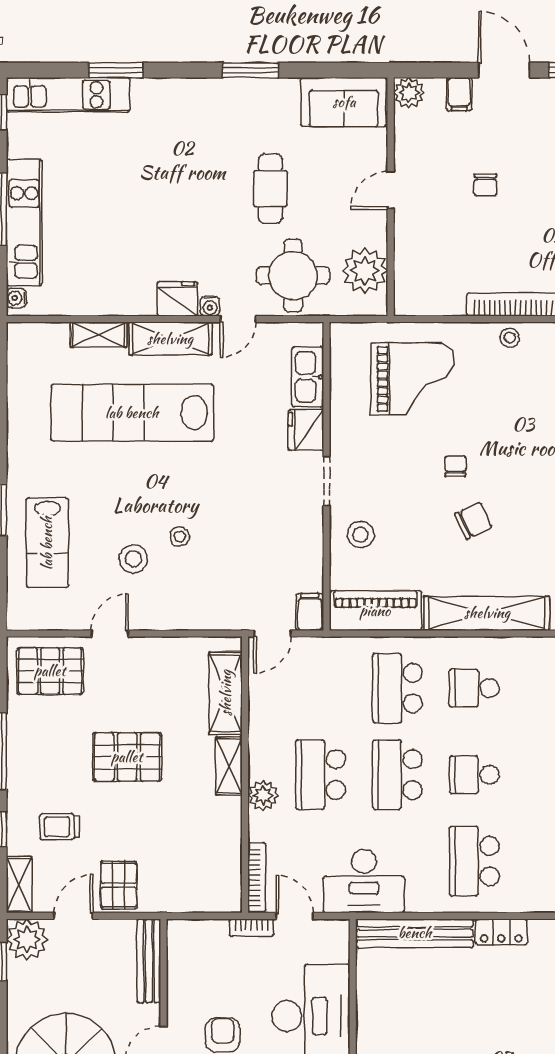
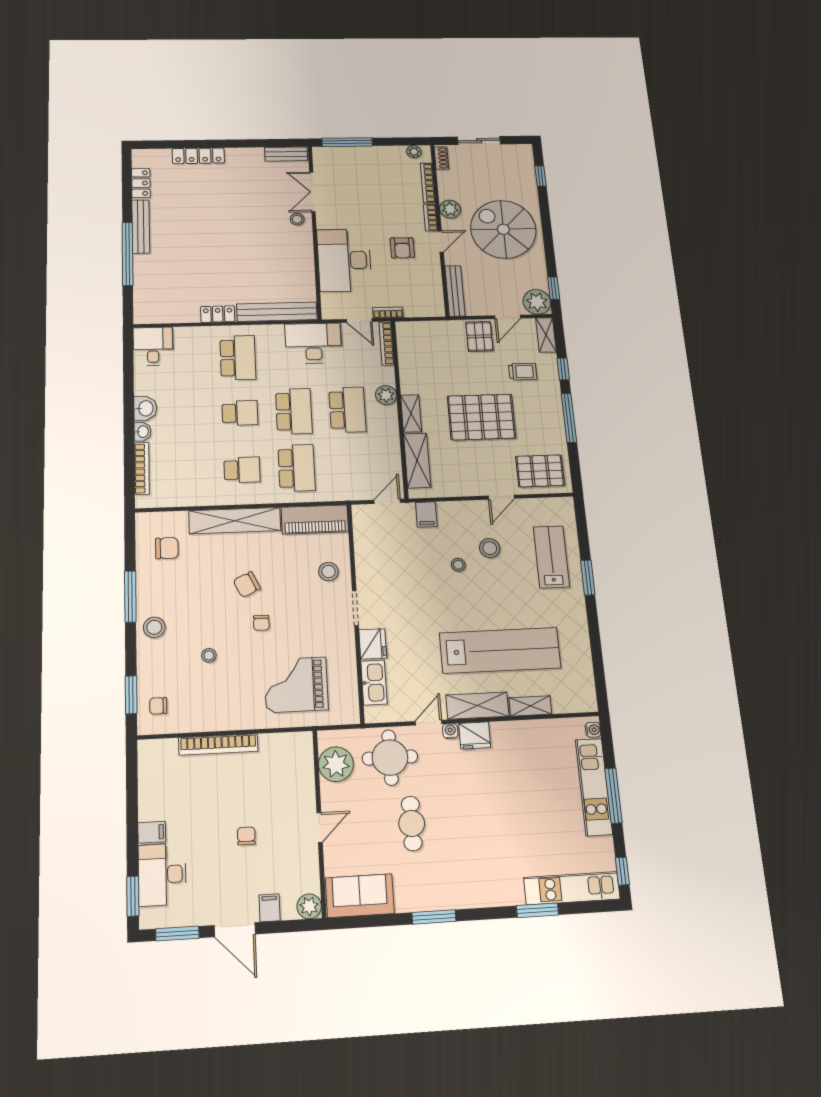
stool: (510, 338) -> (209, 655), moved
filing cabinet: (310, 612) -> (426, 514), moved
pallet: (127, 757) -> (481, 417), width x1.37, depth x1.41

